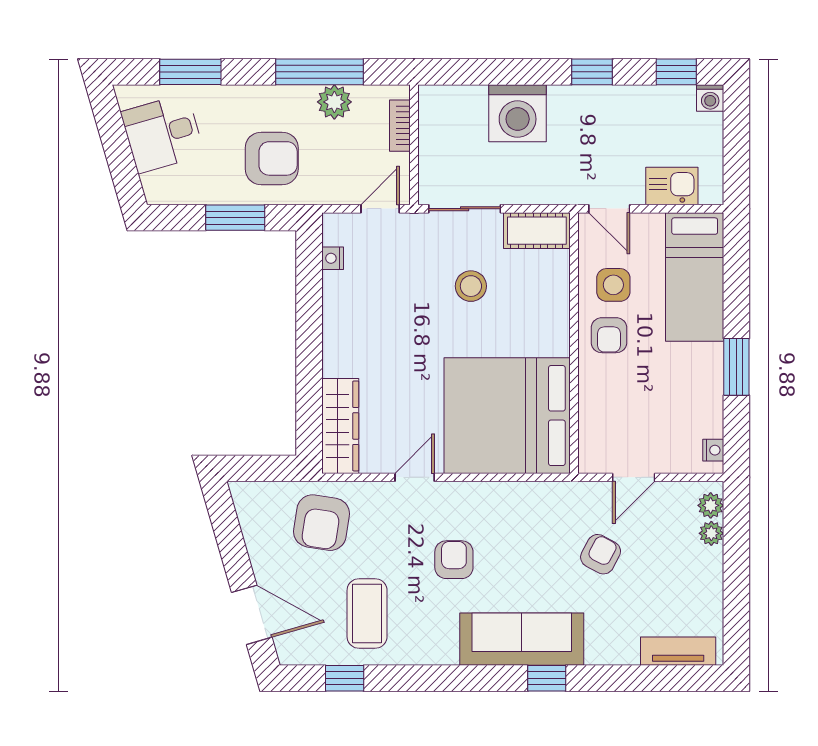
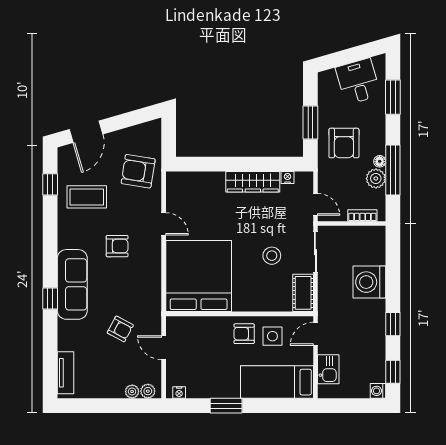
floor lamp: (304, 95) -> (380, 161), added
wardrobe: (340, 426) -> (253, 182), moved

